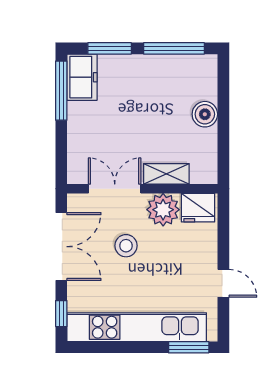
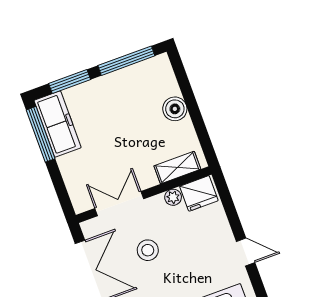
freezer: (82, 77) -> (58, 124), width x1.40
shelving: (166, 174) -> (177, 168), moved
plant: (163, 210) -> (173, 197), width x0.53, depth x0.53

